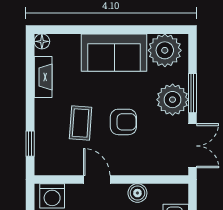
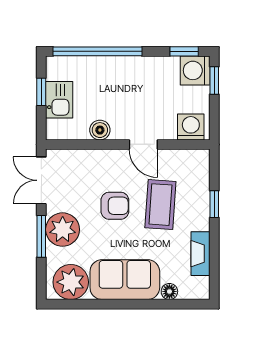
floor lamp: (42, 41) -> (169, 291), moved
armchair: (123, 122) -> (115, 206), turned 180
coffee table: (81, 123) -> (160, 205), width x1.36, depth x1.30
window: (30, 144) -> (214, 204), moved

